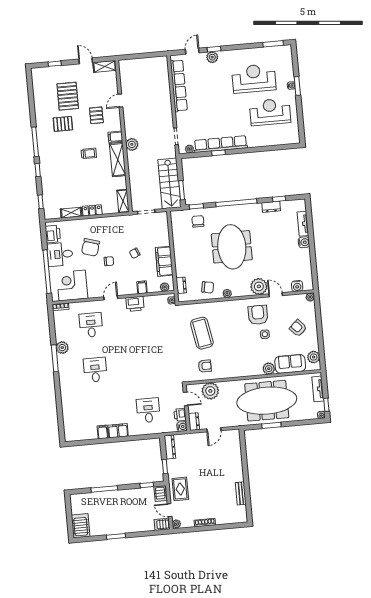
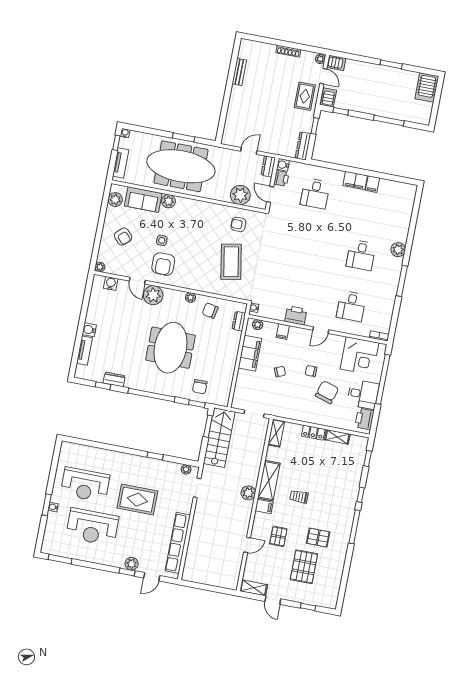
rug: (223, 112) -> (137, 500), added
row of seats: (221, 144) -> (150, 465), removed
plant: (62, 348) -> (398, 250), moved

